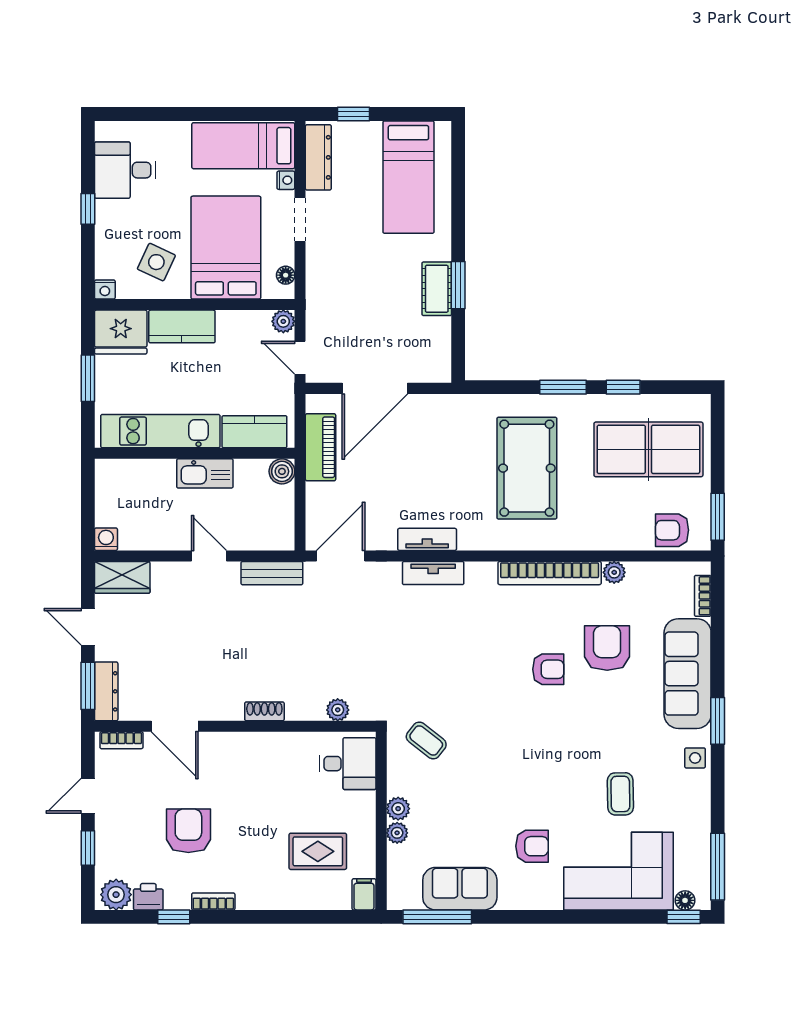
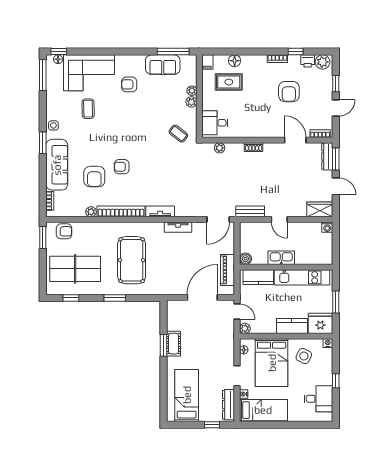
window: (623, 387) -> (71, 298), moved
tv unit: (433, 573) -> (160, 211), moved
floor lamp: (305, 897) -> (235, 61), added

